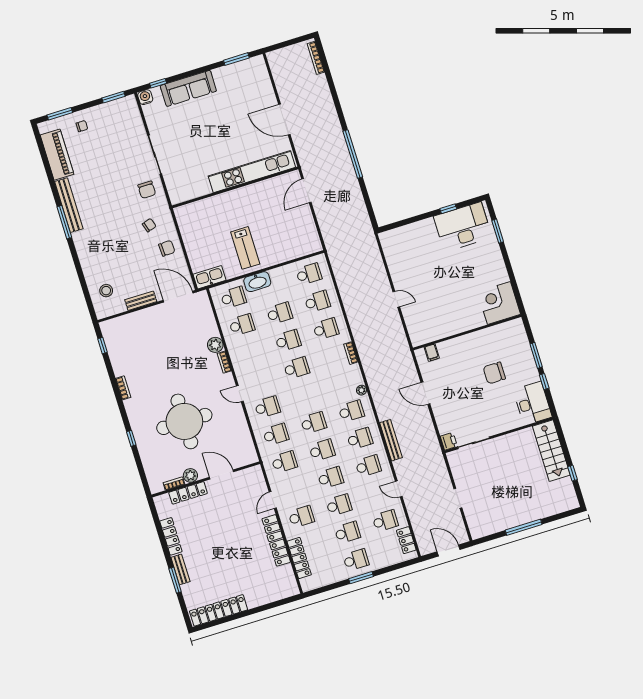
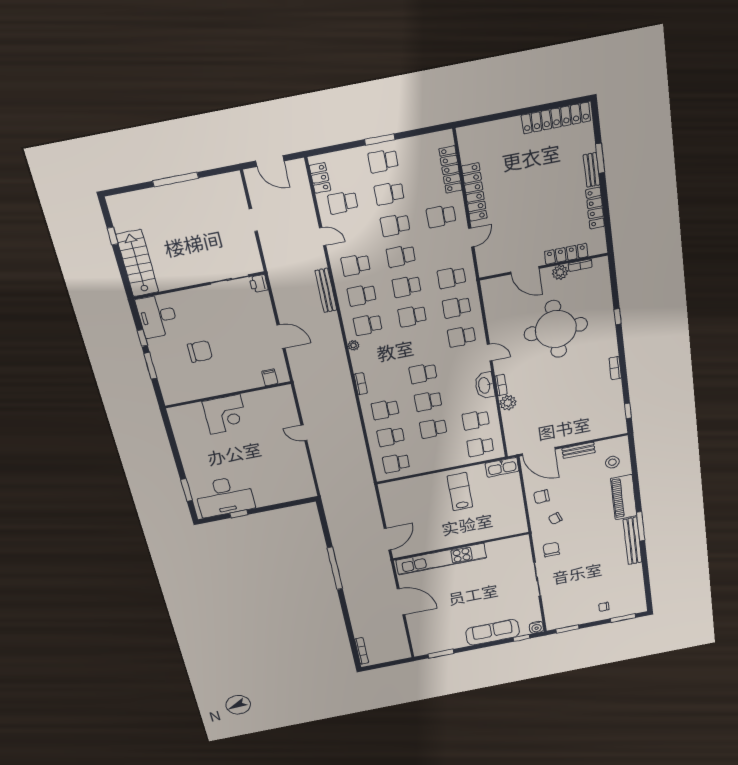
piano: (57, 155) -> (624, 497), moved
washbasin: (257, 282) -> (485, 385), moved, turned -90
corner desk: (499, 303) -> (225, 414), moved

